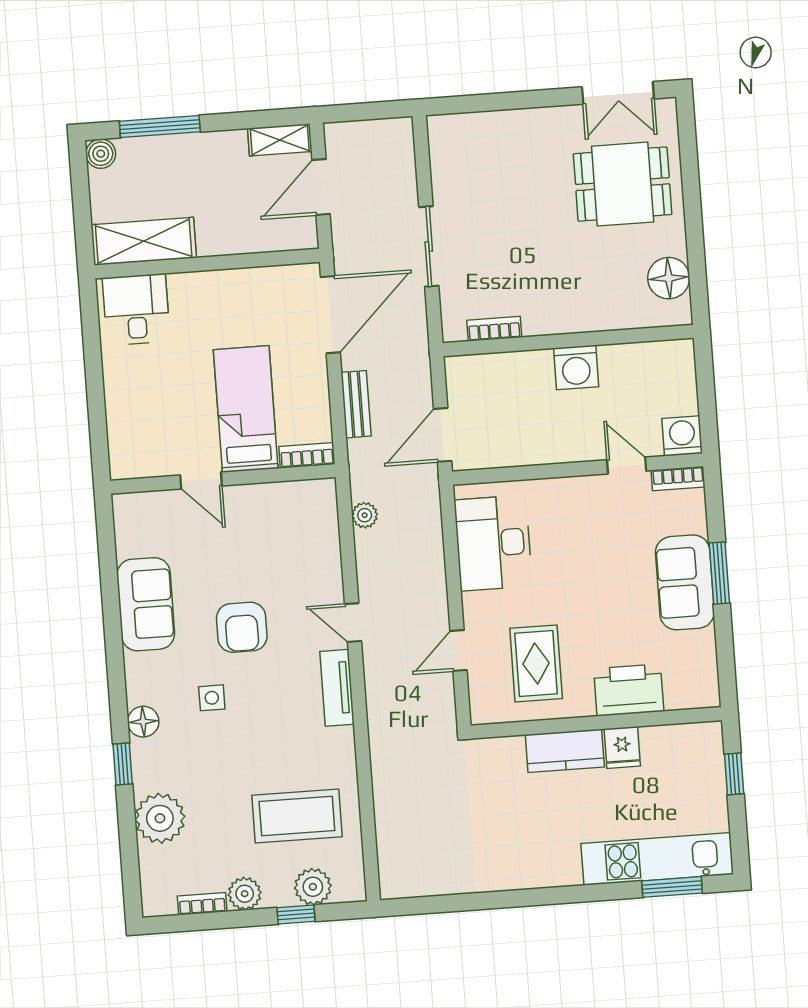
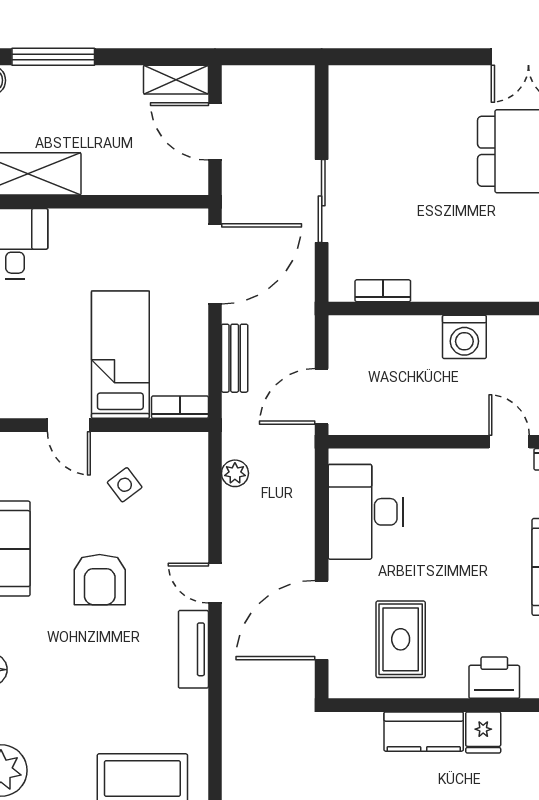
door: (321, 187) -> (215, 131), hinge flipped
door: (458, 651) -> (322, 620), width x1.87
printer: (629, 690) -> (494, 678), width x0.73, depth x0.84
side table: (212, 698) -> (125, 485), moved, turned -37

